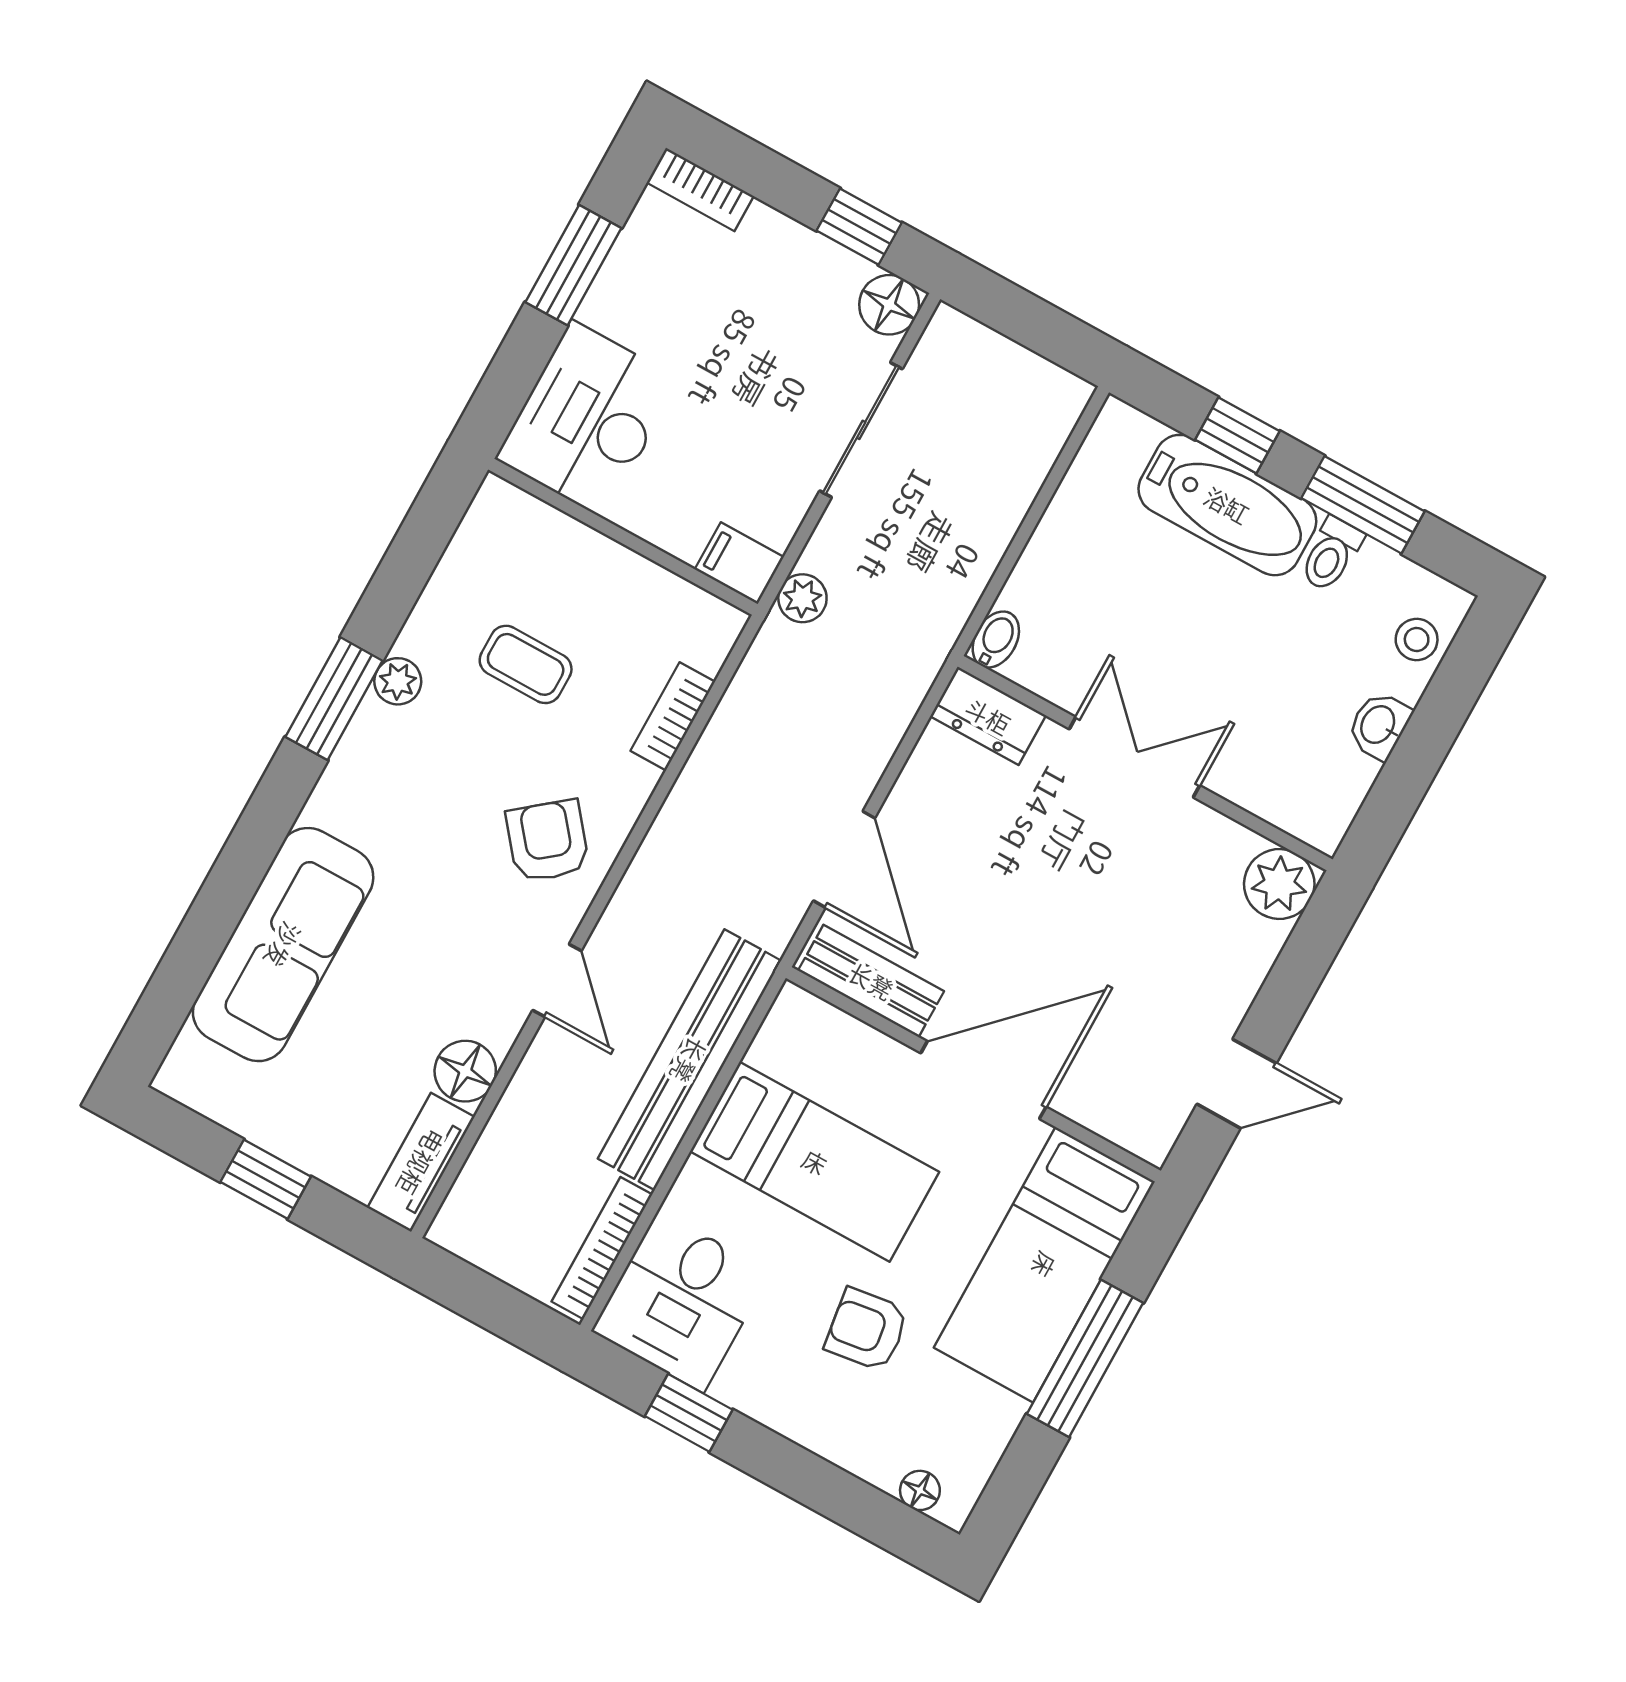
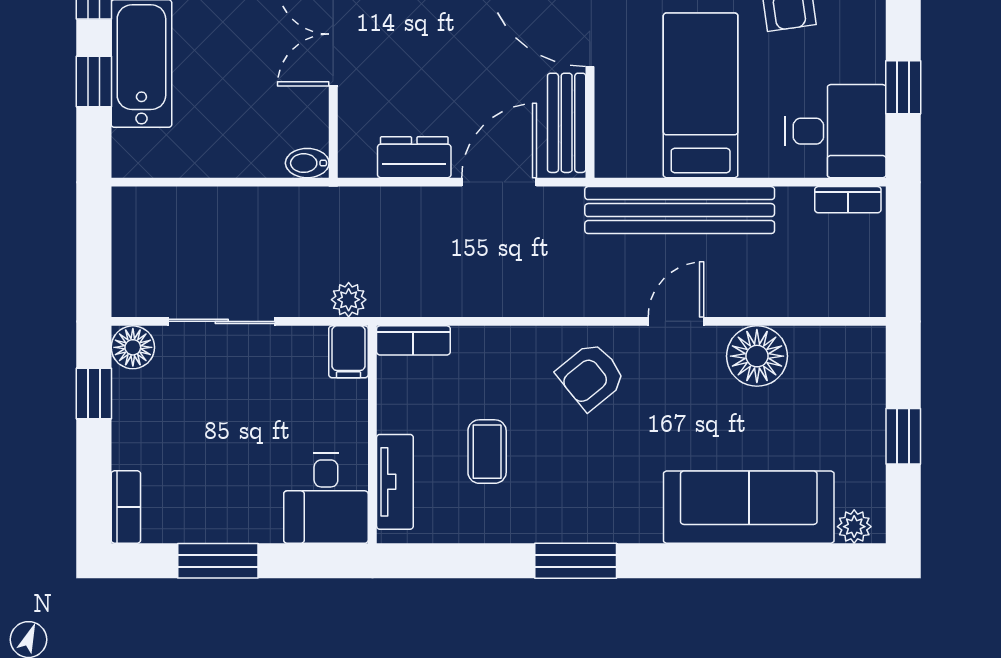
desk: (588, 419) -> (326, 498), width x0.73
plant: (398, 681) -> (854, 527), moved
bookcase: (673, 716) -> (413, 340), moved
dresser: (988, 716) -> (414, 157), moved, turned -90
floor lamp: (465, 1071) -> (757, 356), width x1.38, depth x1.38
tv unit: (421, 1162) -> (395, 482), moved, turned -90
bookcase: (602, 1248) -> (848, 200), width x0.64

